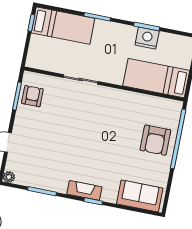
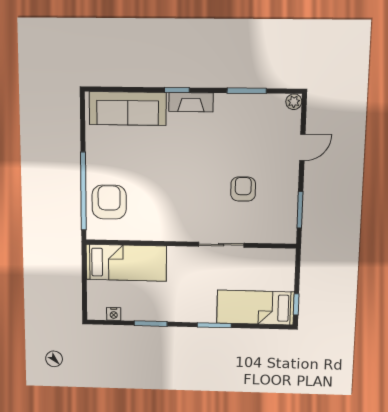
nightstand: (147, 38) -> (114, 314), moved, width x0.53, depth x0.56
armchair: (32, 96) -> (243, 189), moved, turned 180
armchair: (155, 140) -> (109, 202), moved
sofa: (140, 196) -> (128, 109), width x1.36

